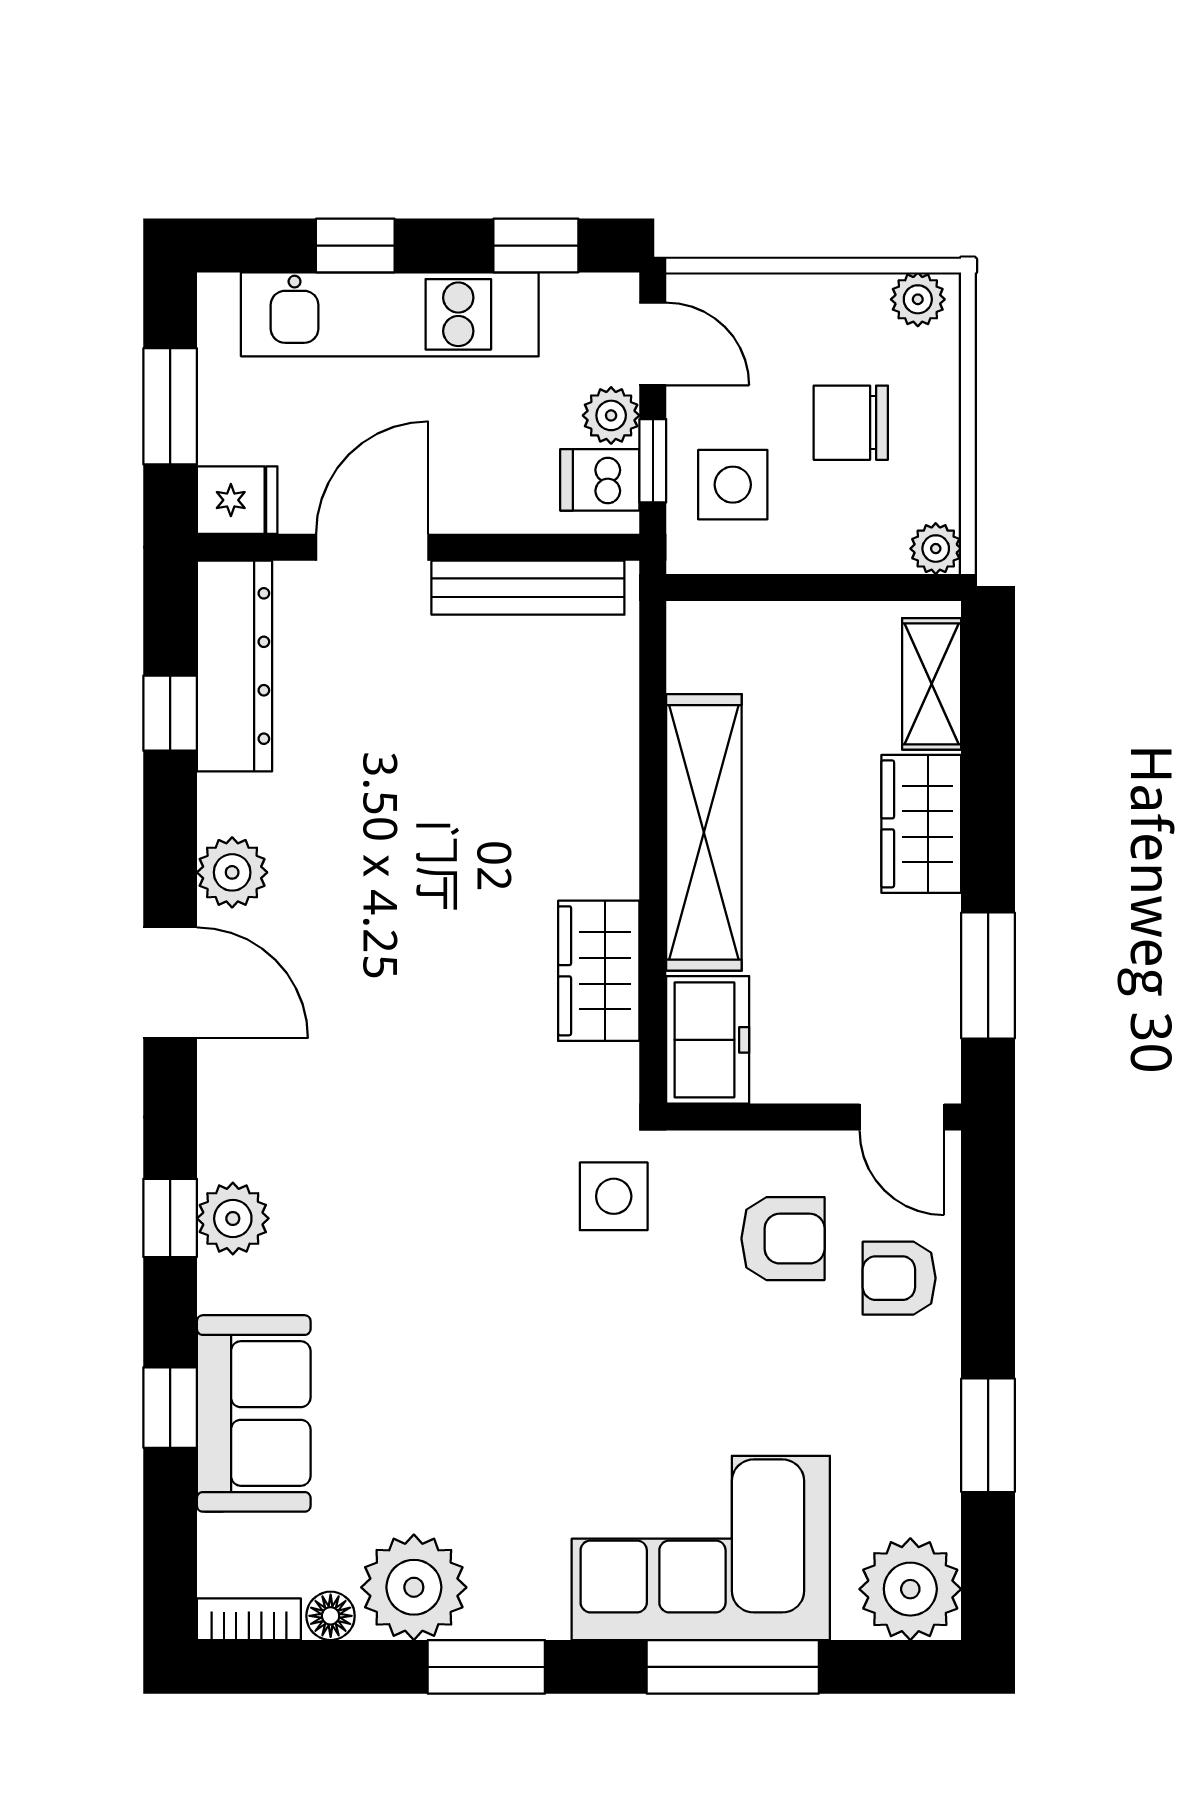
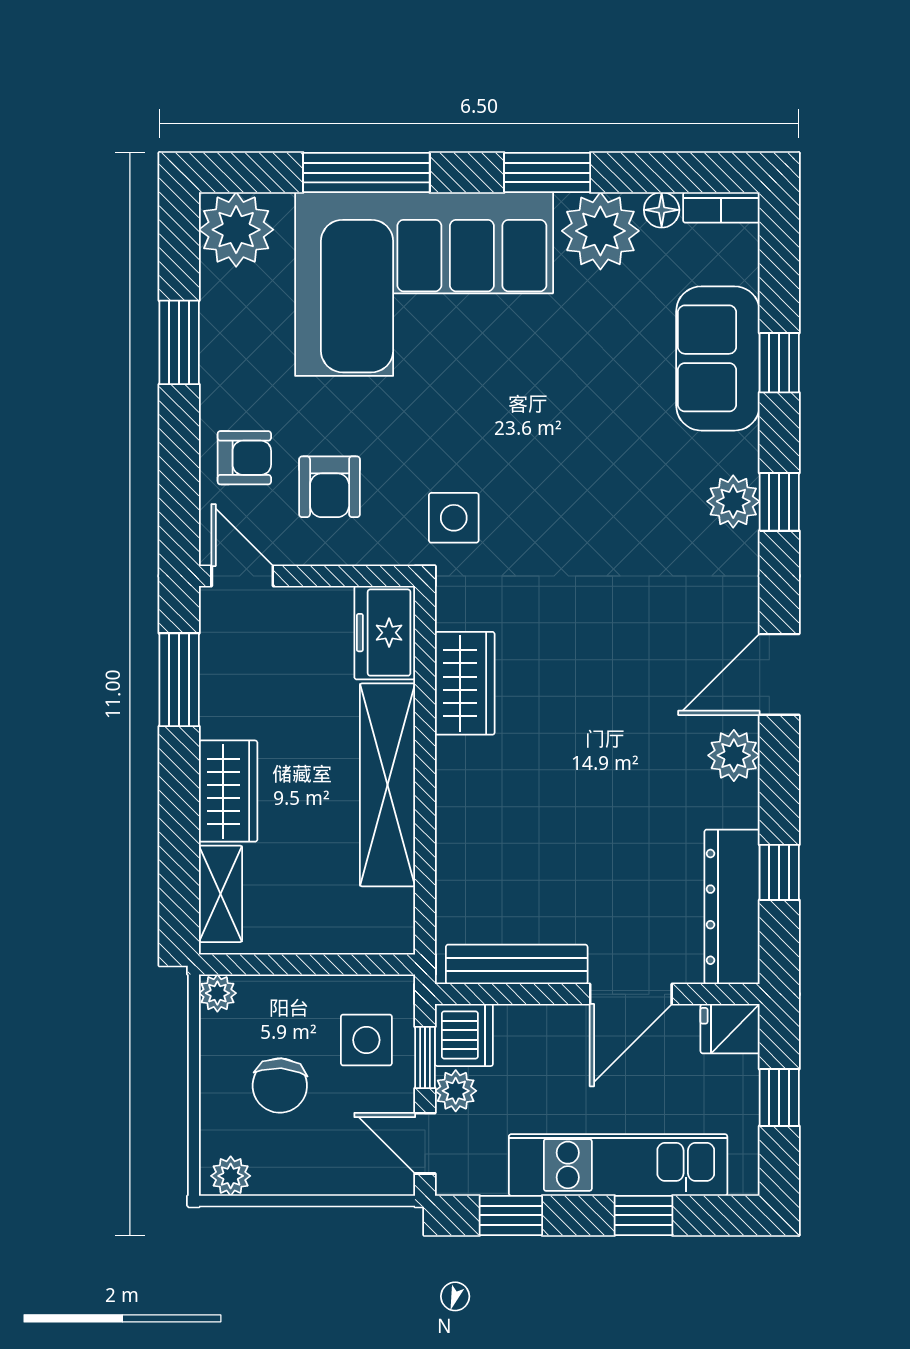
window: (170, 406) -> (779, 1097), width x0.67
chair: (851, 423) -> (280, 1085), turned 94
dishwasher: (600, 480) -> (464, 1035), width x1.38
door: (170, 983) -> (779, 674), hinge flipped
armchair: (783, 1239) -> (330, 487), turned -90
corner sofa: (701, 1548) -> (424, 284), width x1.36, depth x1.36

